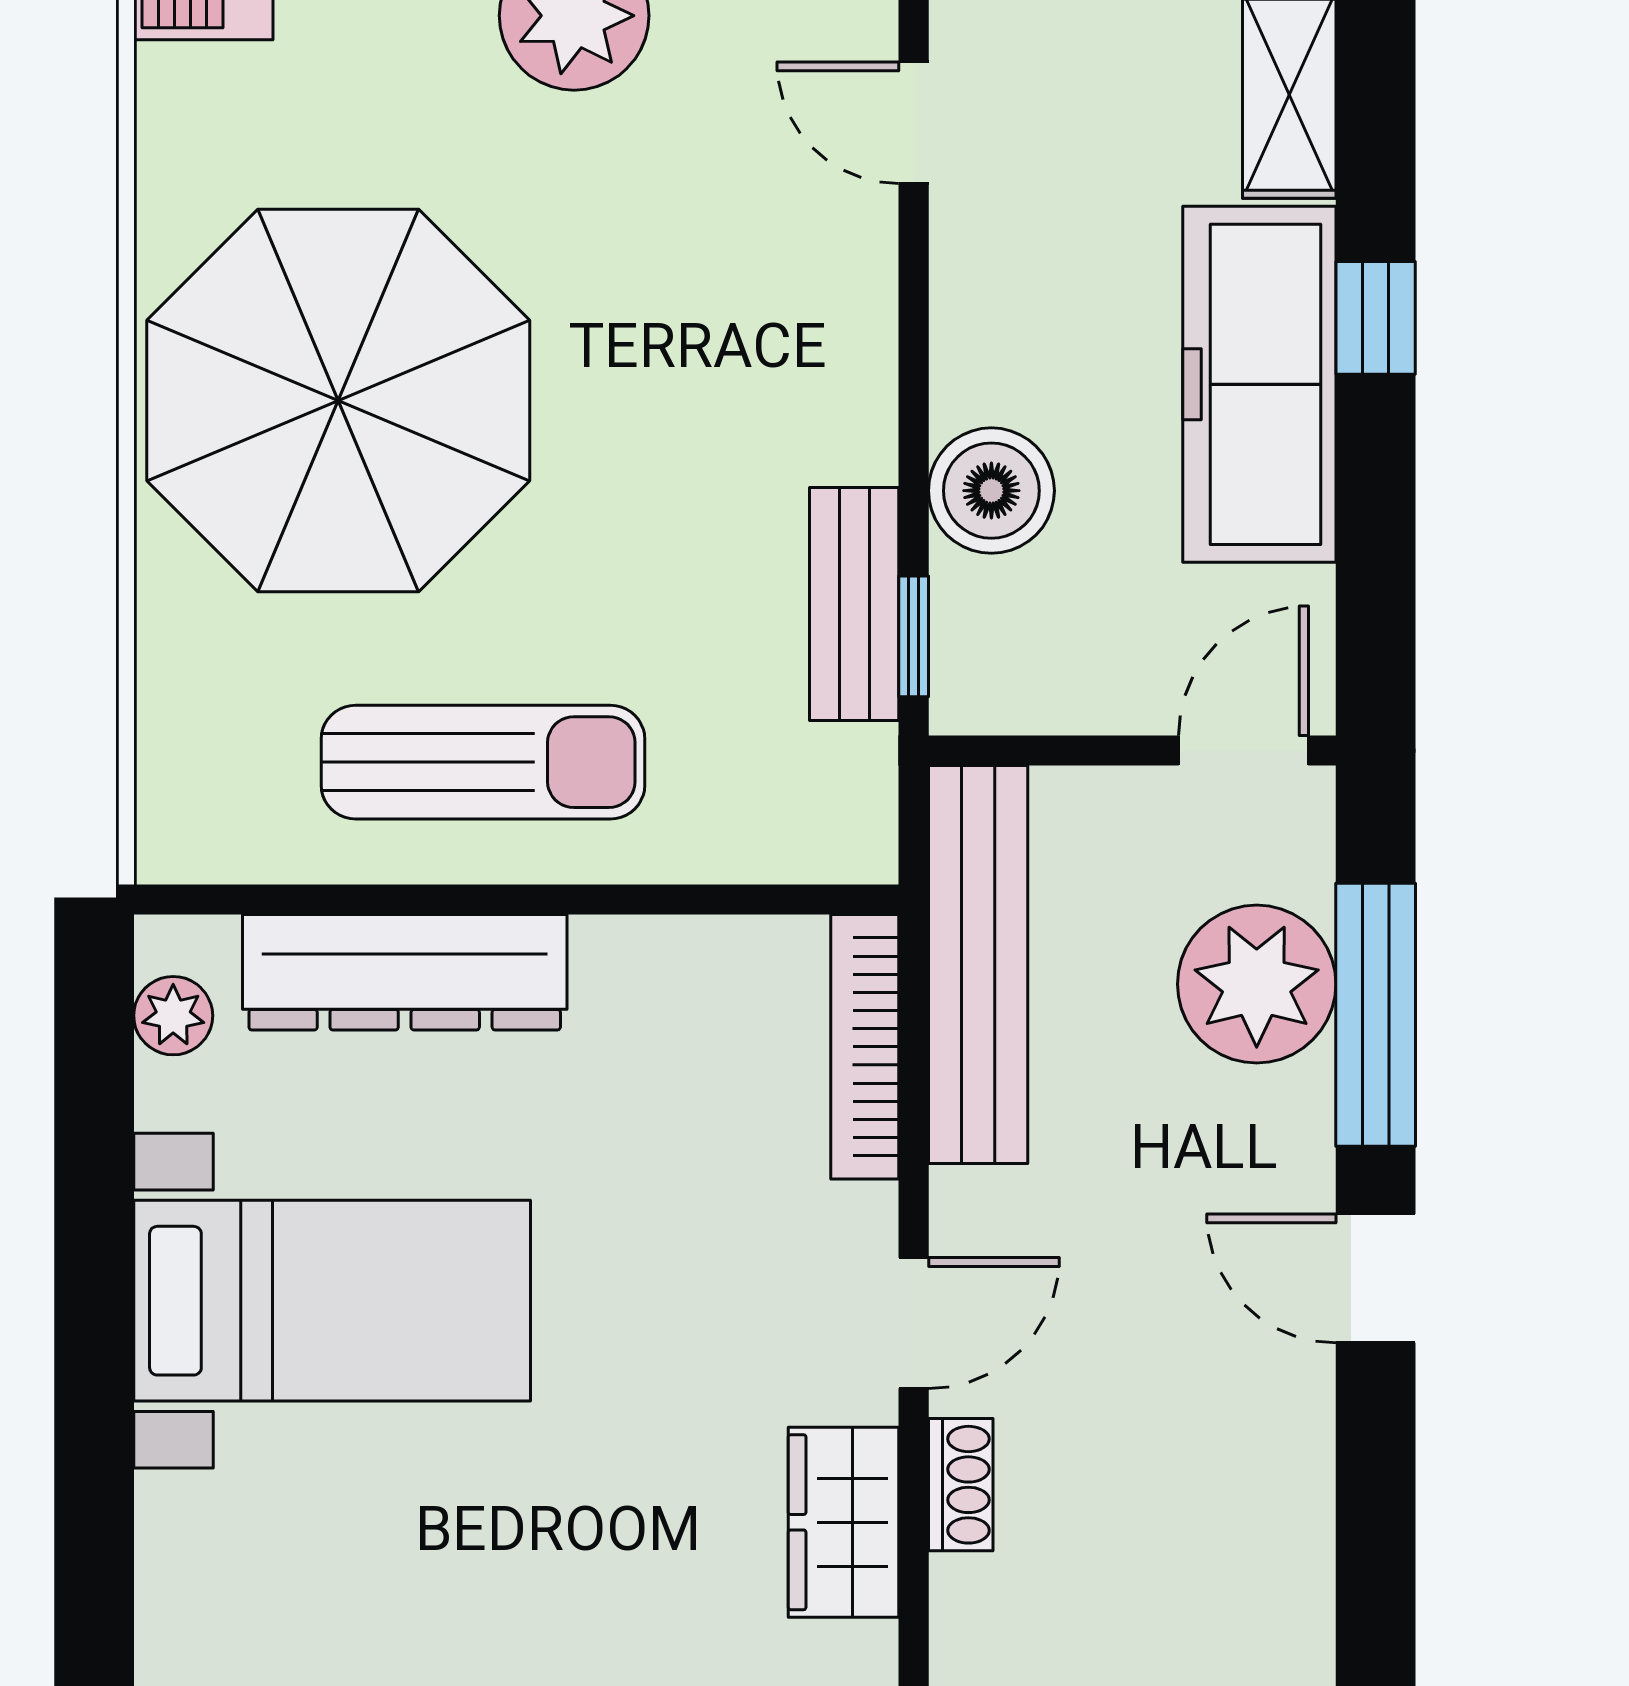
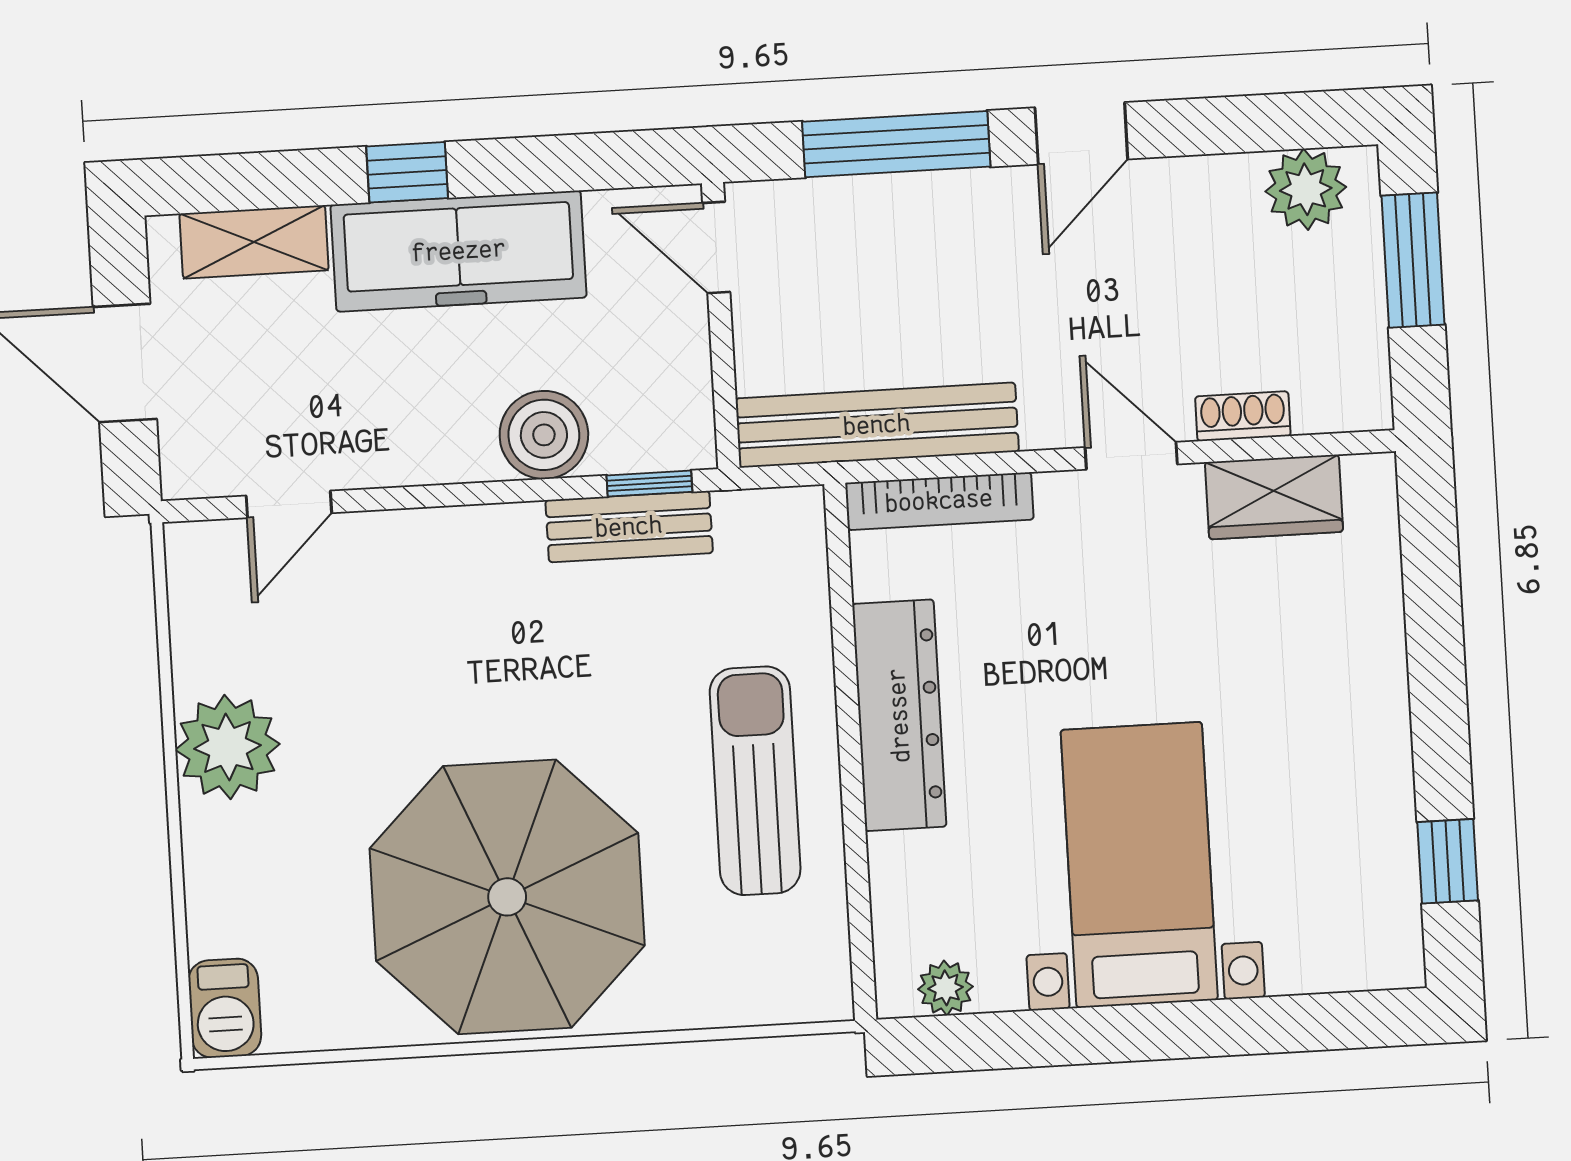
dresser: (405, 972) -> (899, 715), moved
plant: (1257, 984) -> (1306, 189), moved, width x0.73, depth x0.73

